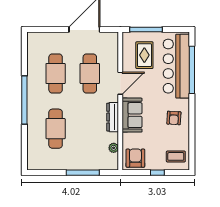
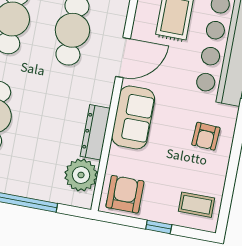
dresser: (113, 117) -> (95, 132), moved
plant: (114, 148) -> (81, 175), width x1.88, depth x1.88

